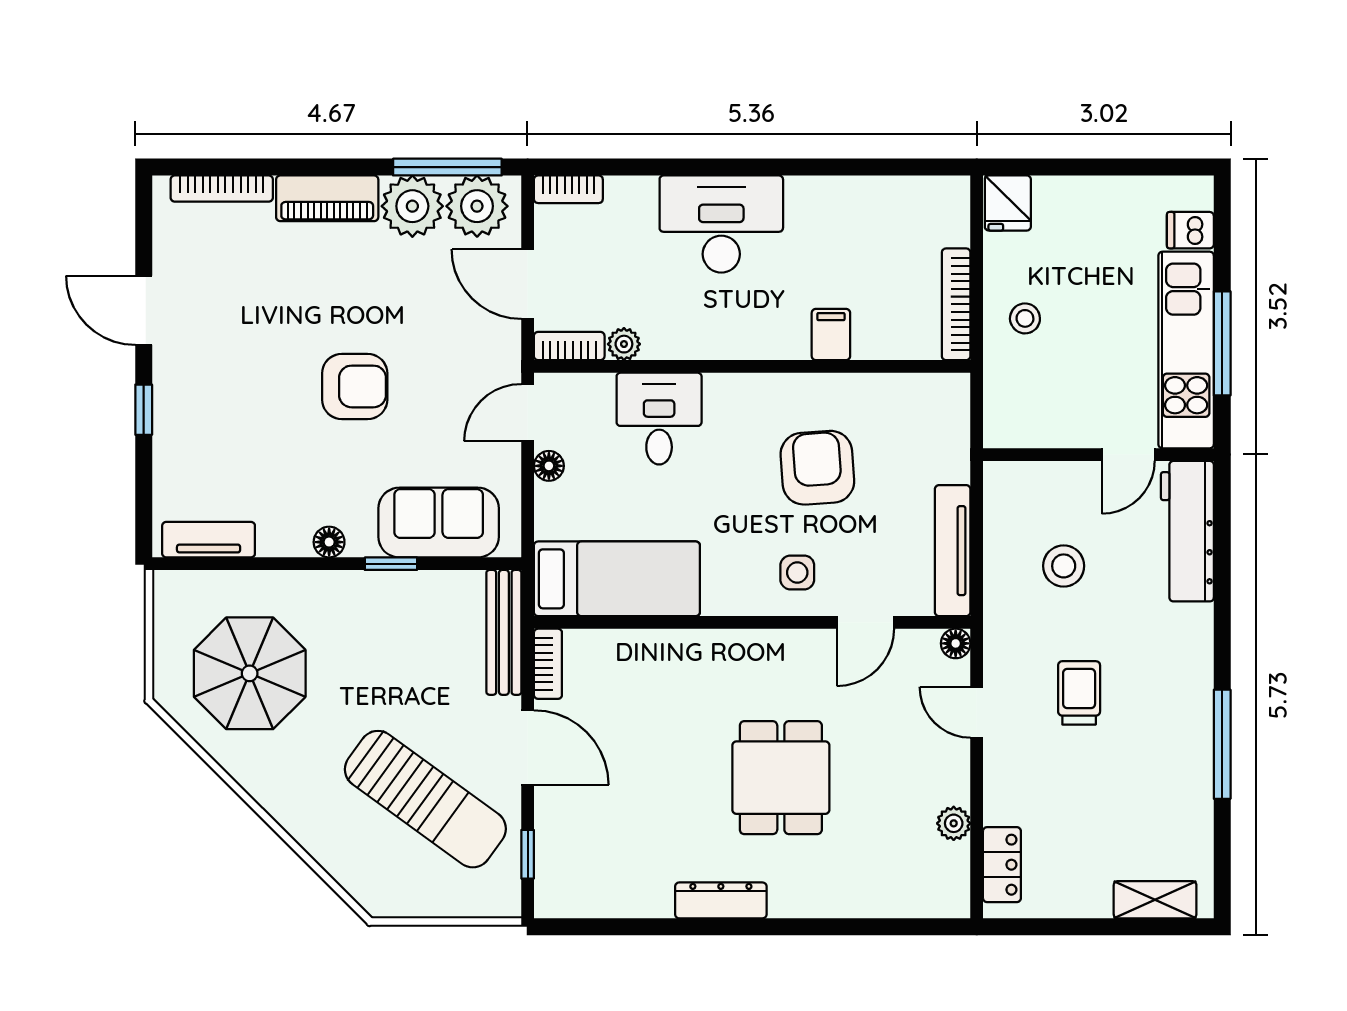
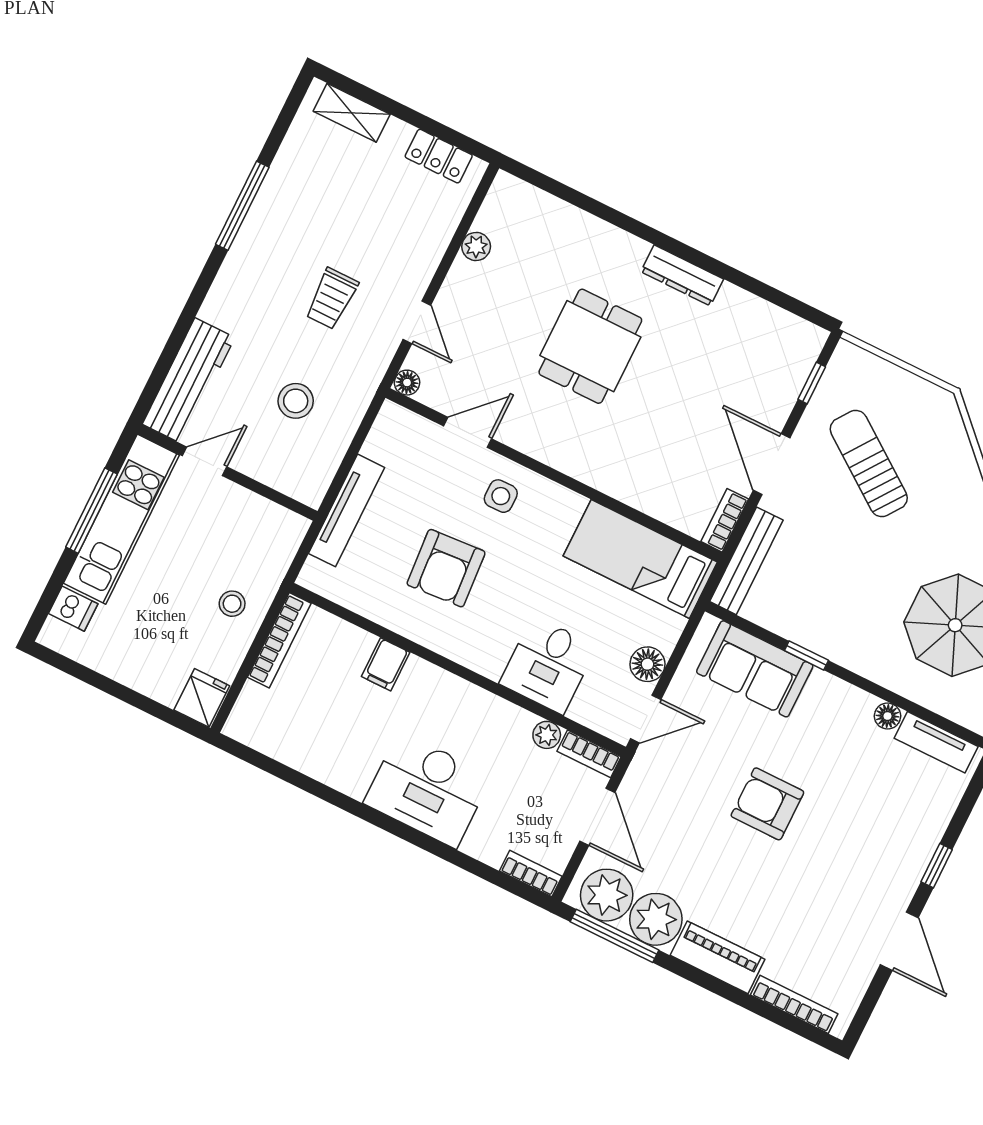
floor lamp: (549, 466) -> (647, 664), width x1.37, depth x1.37
floor lamp: (329, 542) -> (888, 716), moved
tv unit: (953, 551) -> (347, 510), moved
sun lounger: (425, 799) -> (869, 464), width x0.73, depth x0.75
locker: (1002, 865) -> (439, 156), moved, turned -90

